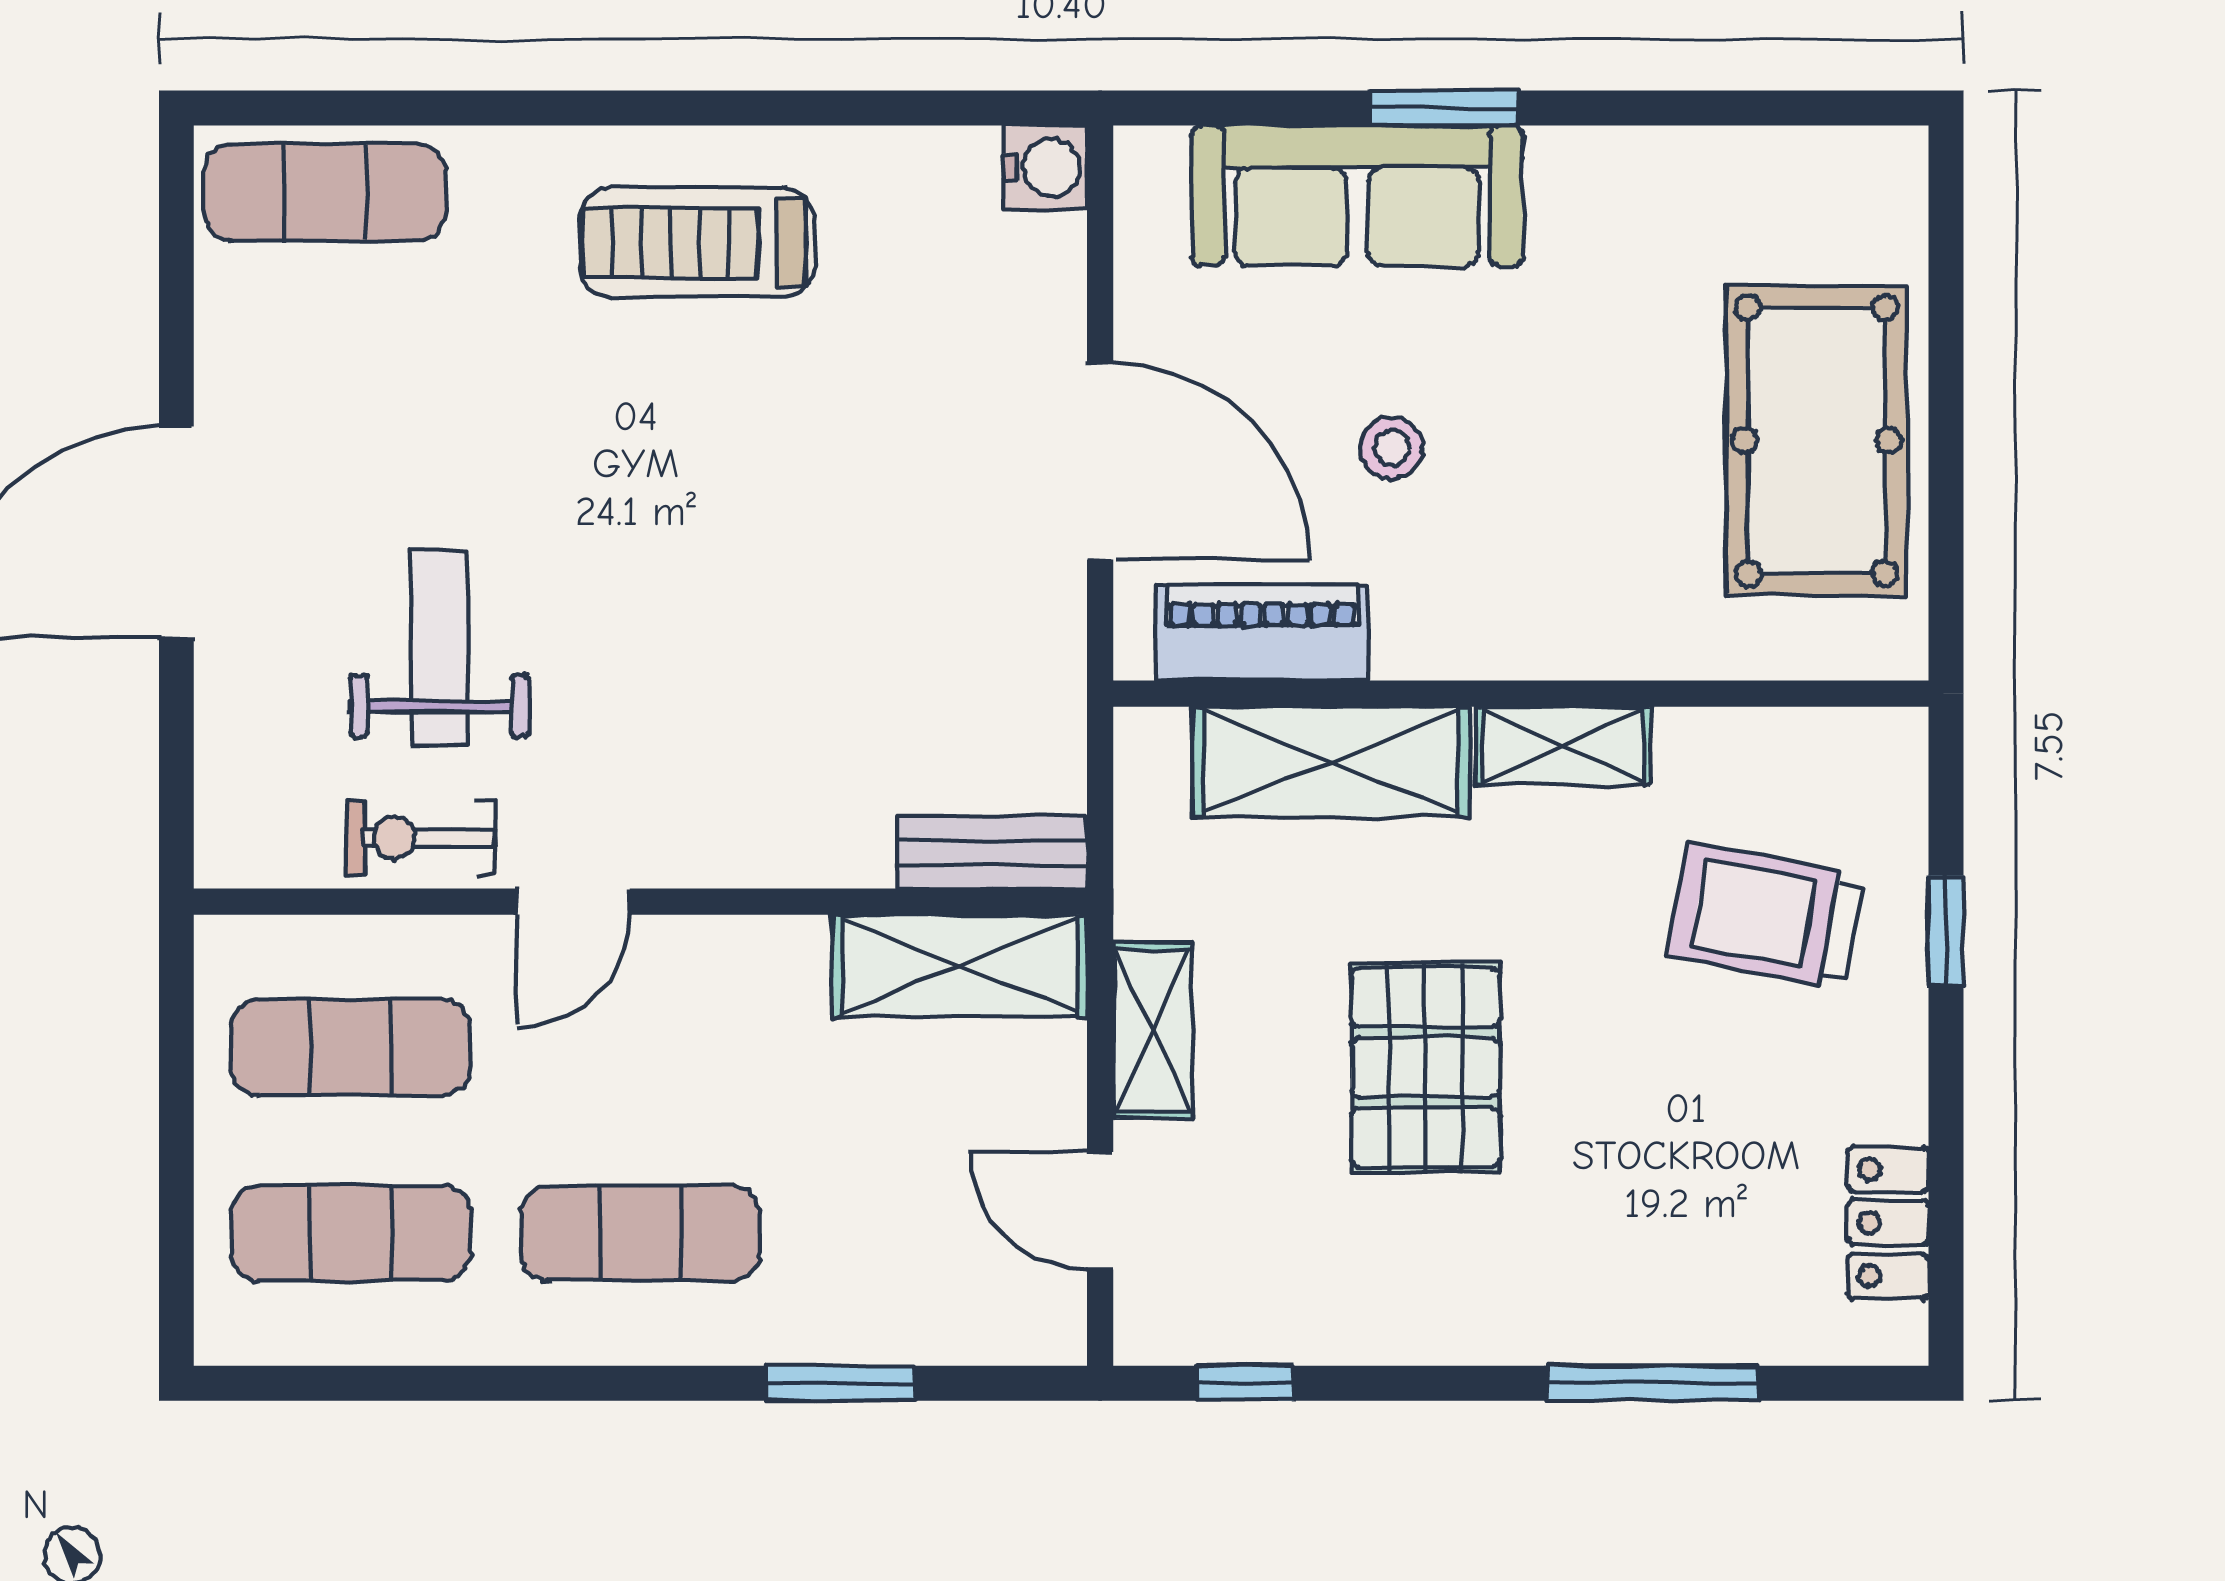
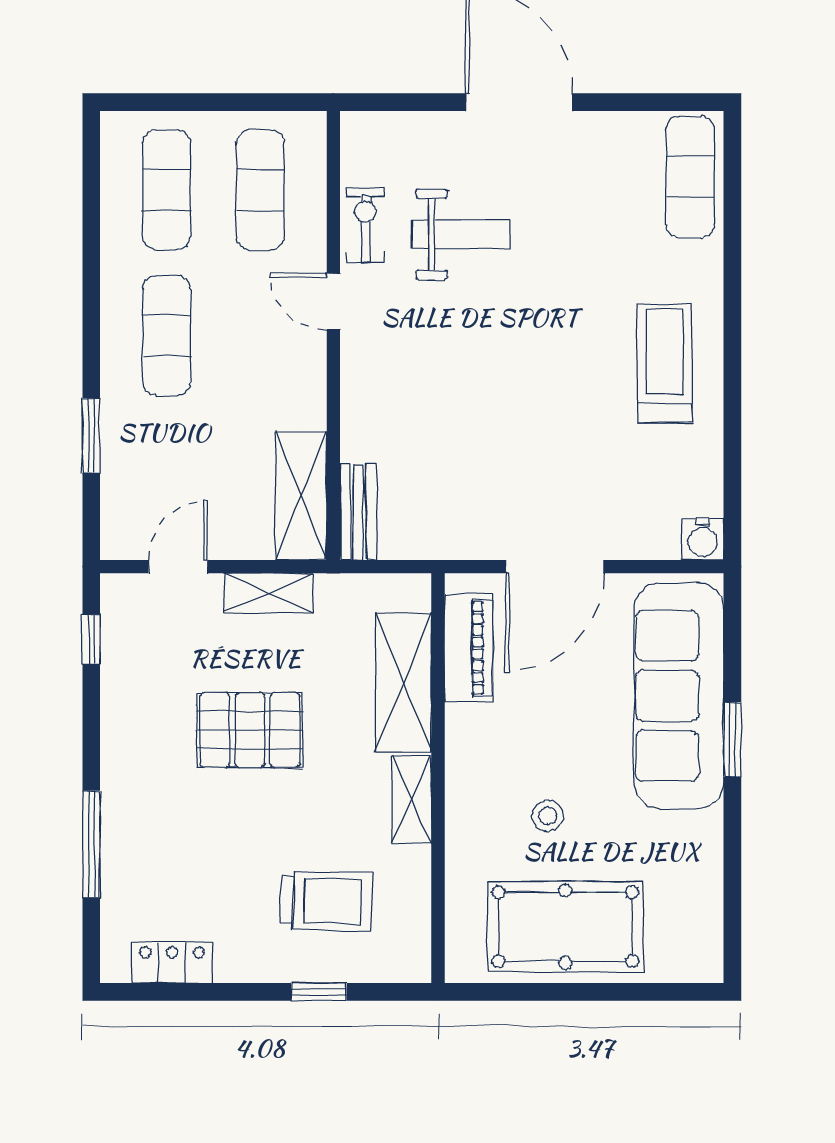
sofa: (1357, 196) -> (679, 696), width x1.36, depth x1.27
stool: (1392, 448) -> (548, 816), moved
trolley: (1766, 916) -> (326, 901), turned 81

